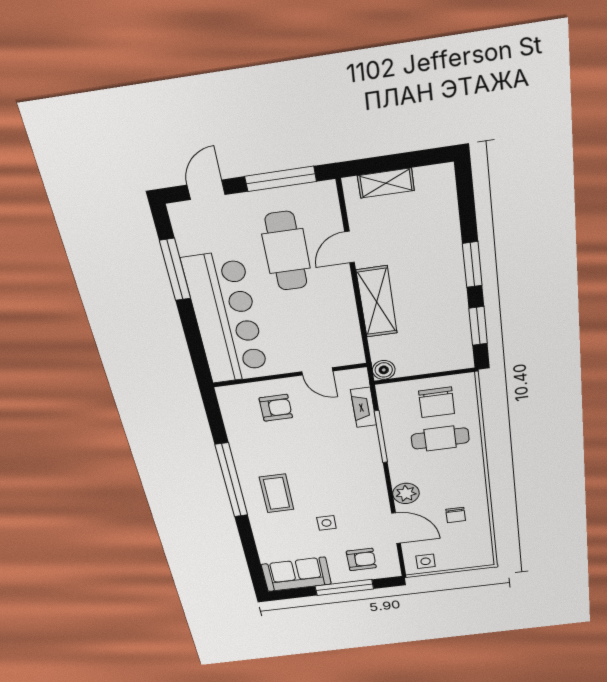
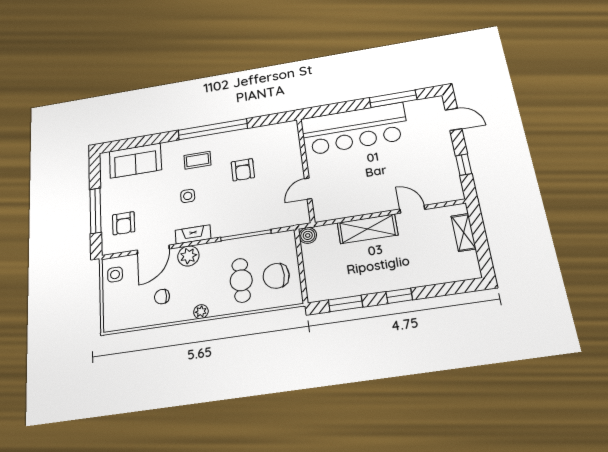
window: (281, 179) -> (464, 165), width x0.46
cafe table: (286, 251) -> (408, 168), removed
window: (472, 265) -> (399, 296), width x0.67
fireplace: (364, 407) -> (193, 234), moved
armchair: (276, 408) -> (243, 170), moved
plant: (477, 476) -> (201, 312), added
coffee table: (277, 493) -> (198, 160), width x0.73, depth x0.77
side table: (327, 523) -> (188, 196), moved
sofa: (296, 574) -> (135, 161), moved, turned 90

